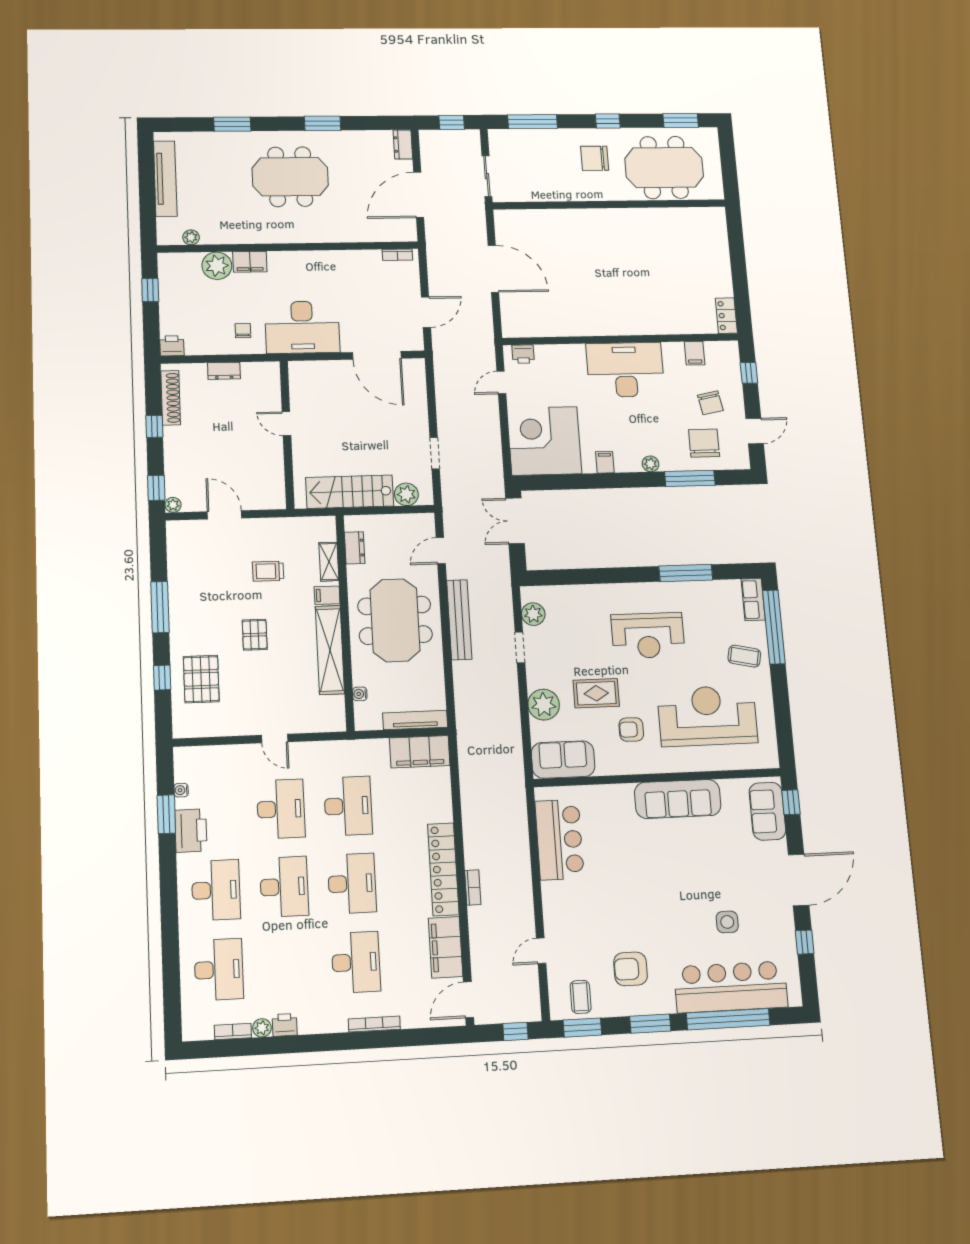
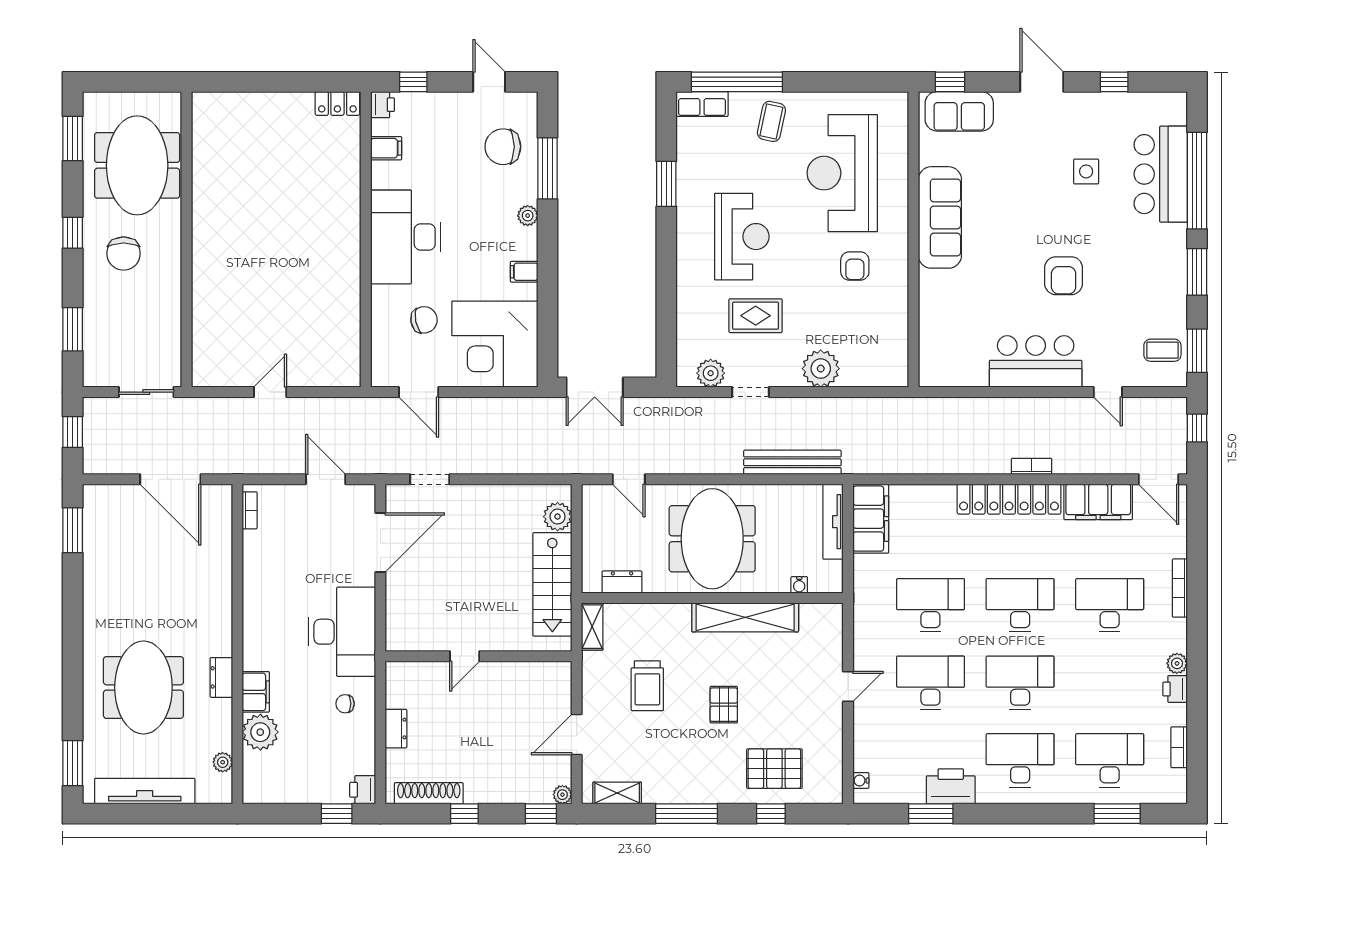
window: (532, 122) -> (73, 329), width x0.69
window: (322, 123) -> (73, 530), moved
window: (232, 124) -> (73, 763), moved
dresser: (403, 144) -> (221, 677), moved, turned 90
meeting table: (290, 177) -> (143, 687), moved
door: (493, 269) -> (270, 392), width x0.53
window: (150, 290) -> (337, 814), moved
printer: (523, 354) -> (383, 105), moved
door: (501, 382) -> (419, 392), width x1.38
chair: (710, 403) -> (424, 320), moved
doorway: (435, 453) -> (430, 479), moved
shelving: (176, 549) -> (617, 793), added
shelving: (329, 562) -> (592, 627), moved, turned 90
trolley: (268, 571) -> (647, 686), width x1.36, depth x1.39
window: (686, 573) -> (666, 184), width x0.69
filing cabinet: (327, 595) -> (679, 618), removed
meeting table: (395, 620) -> (712, 539), turned 90
bench: (459, 620) -> (792, 462), moved
pallet: (255, 635) -> (724, 705), turned 90
rug: (596, 693) -> (756, 316), moved, turned 90
sofa: (563, 760) -> (887, 350), removed
water cooler: (181, 790) -> (861, 780), moved, turned 90
bar counter: (559, 840) -> (1036, 361), moved
door: (799, 880) -> (1042, 82), width x0.73
armchair: (631, 969) -> (1064, 276), moved
window: (171, 979) -> (1117, 814), added
bar counter: (731, 987) -> (1161, 174), width x0.73
plant: (262, 1028) -> (1177, 663), moved

